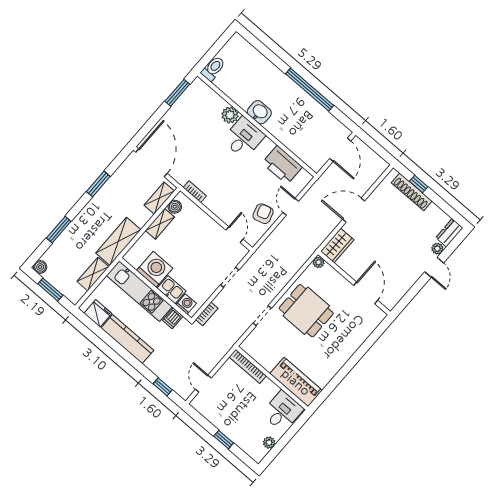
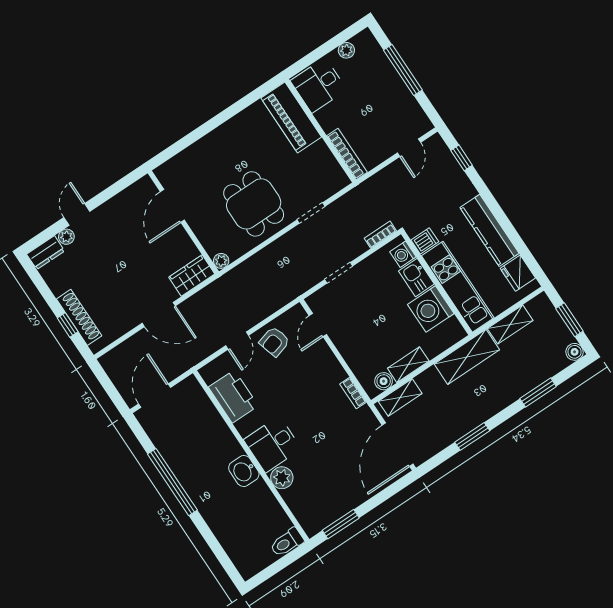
window: (224, 440) -> (403, 70), width x2.17

